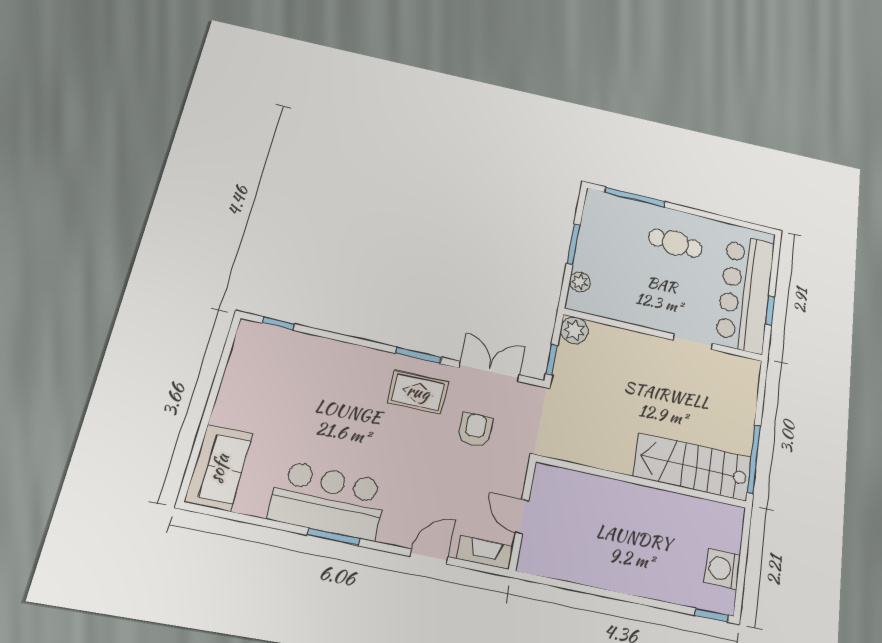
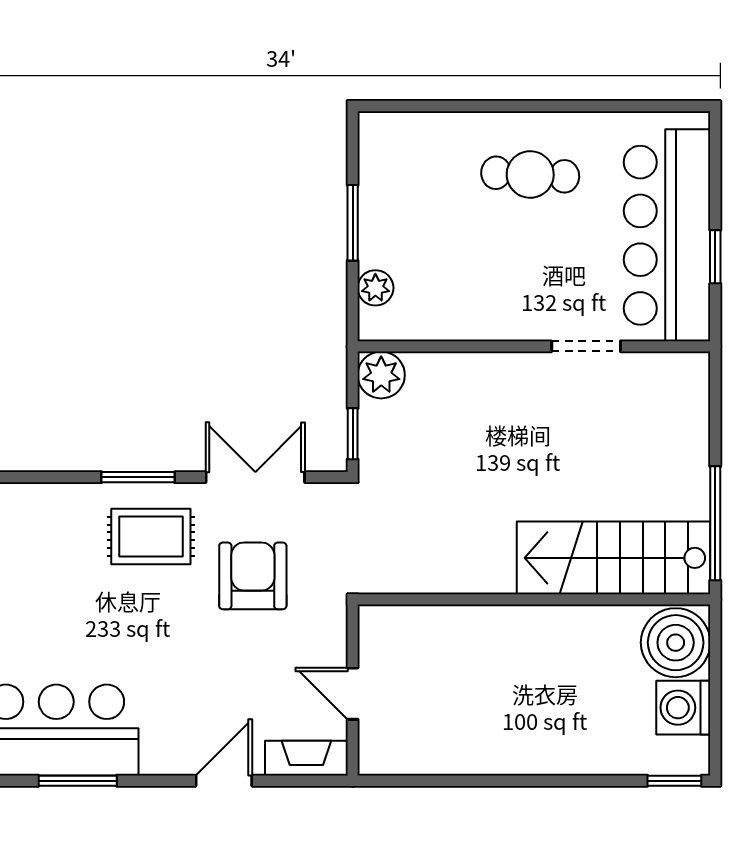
window: (635, 197) -> (445, 106), removed
armchair: (475, 430) -> (253, 576), width x1.38, depth x1.38
boiler: (723, 527) -> (676, 643), added

